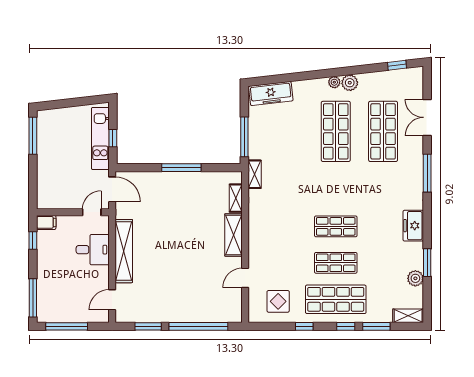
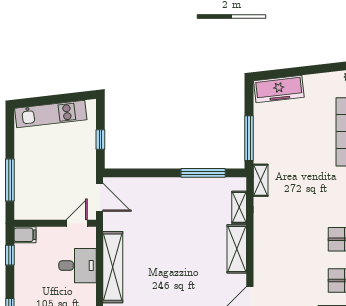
window: (33, 136) -> (10, 180), moved
kitchen unit: (100, 138) -> (51, 114), moved, turned -97
window: (181, 168) -> (203, 173), moved

